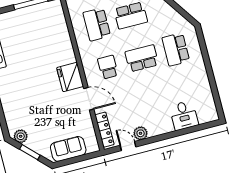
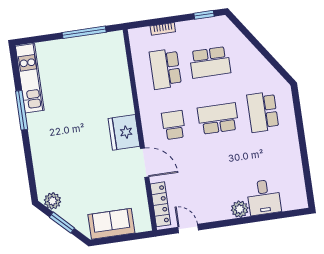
plant: (141, 133) -> (240, 209), moved

